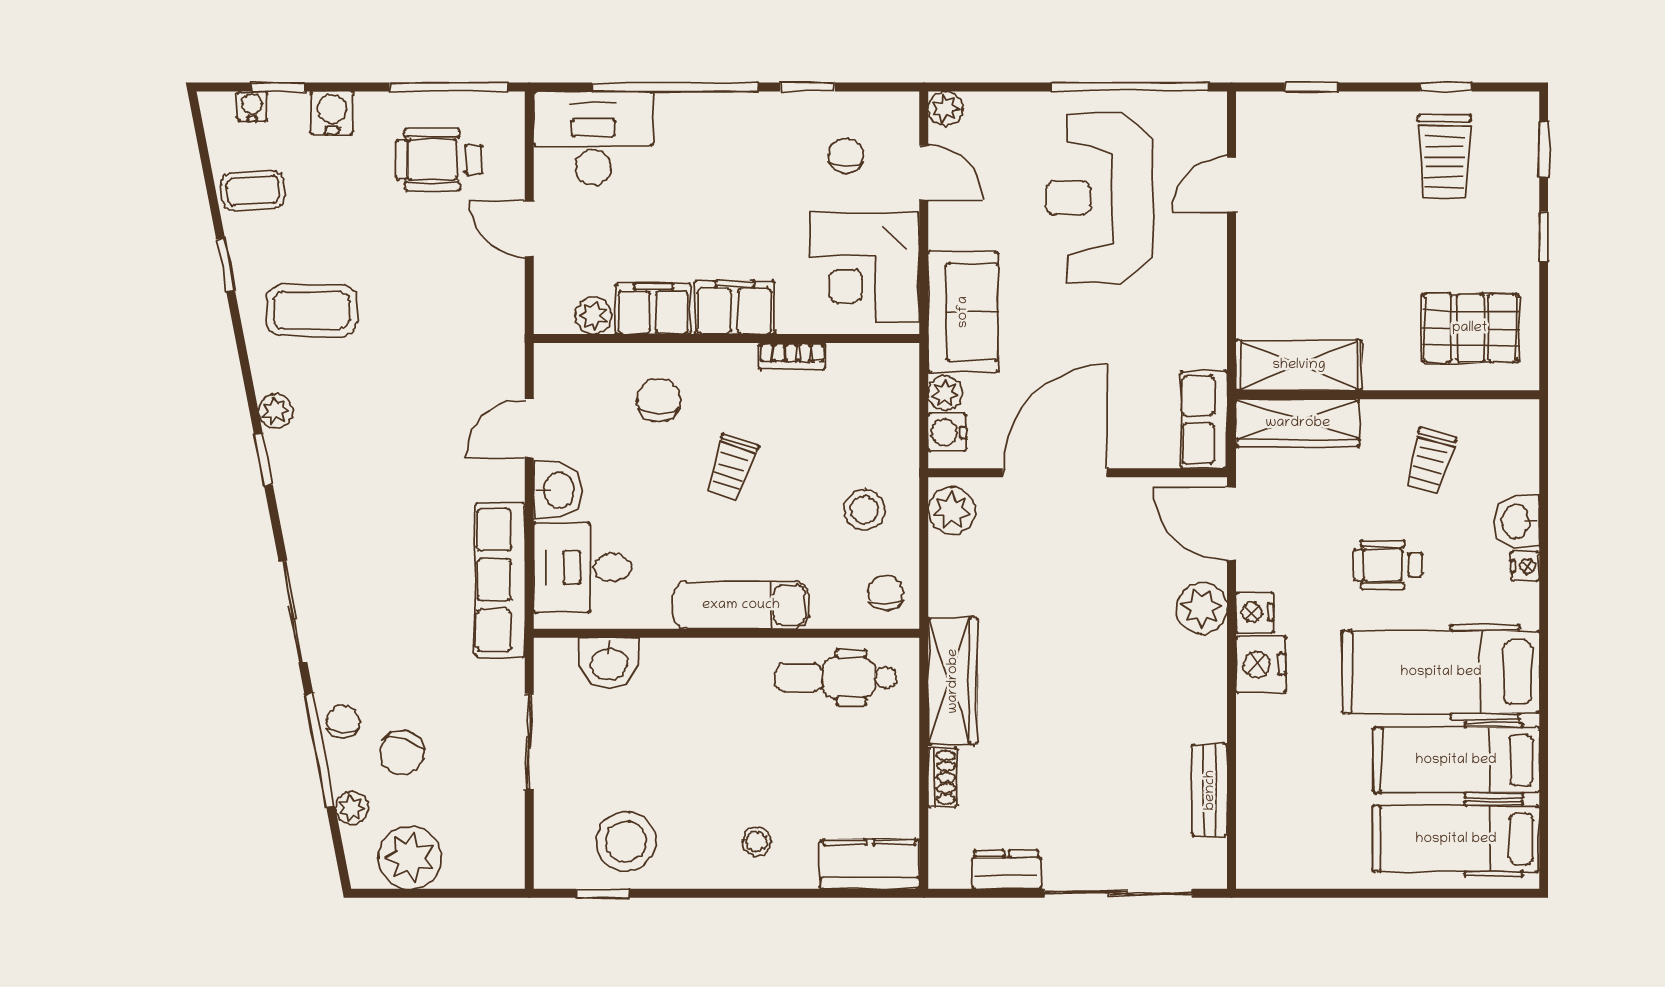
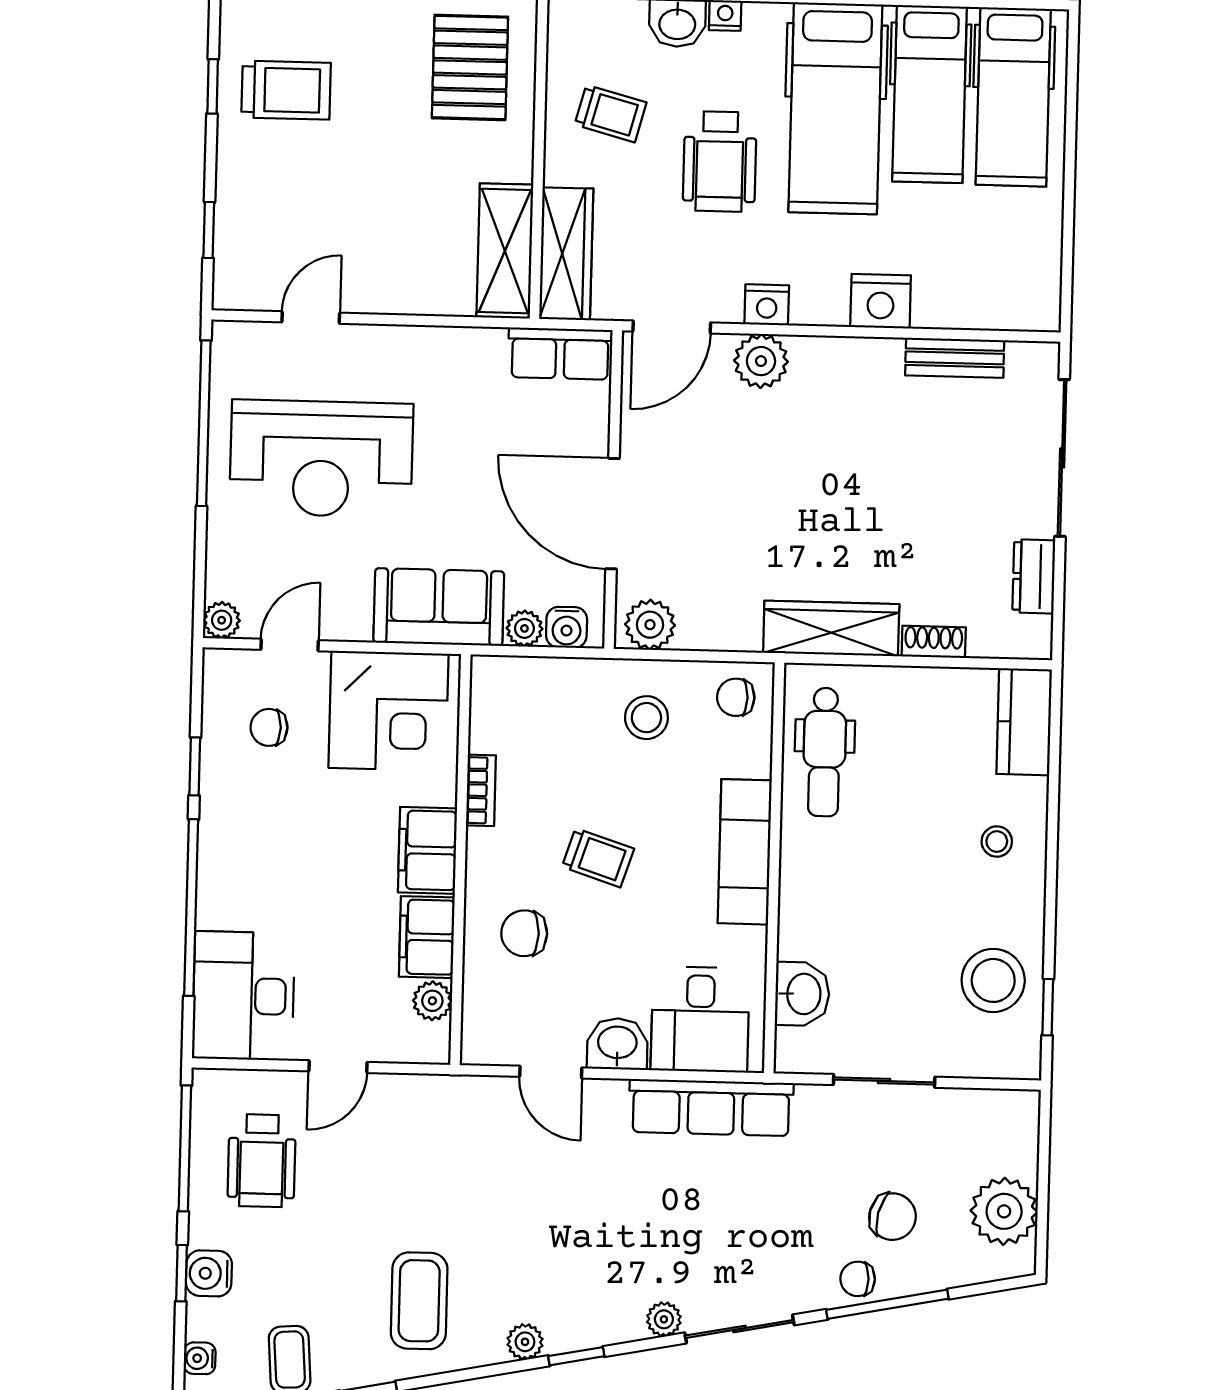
window: (278, 87) -> (182, 1273), moved
door: (1232, 185) -> (311, 318), swing flipped
wheelchair: (1388, 565) -> (720, 162), width x1.36, depth x1.37
nightstand: (1261, 664) -> (881, 301), moved
plant: (352, 808) -> (664, 1319), moved

